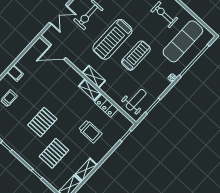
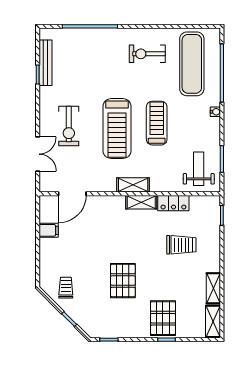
filing cabinet: (15, 73) -> (49, 230), moved
pallet: (54, 153) -> (163, 318), moved

